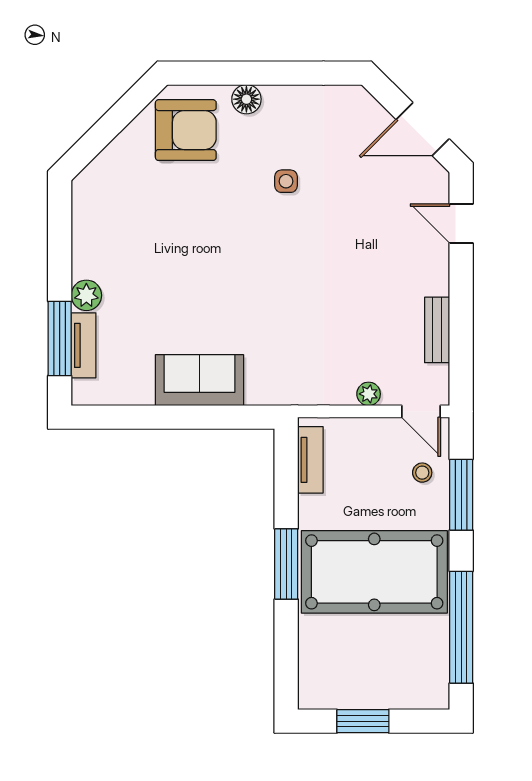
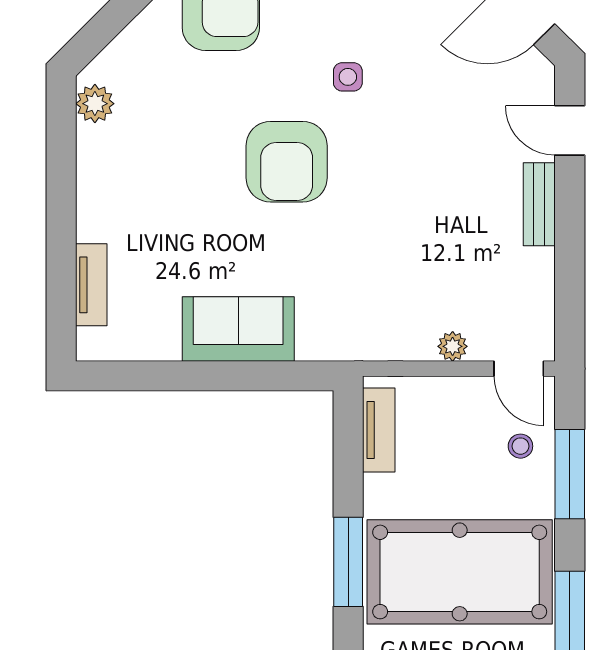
armchair: (238, 248) -> (287, 162), added
plant: (86, 295) -> (95, 104), moved
bench: (437, 330) -> (539, 204), moved
window: (60, 338) -> (61, 276), removed

